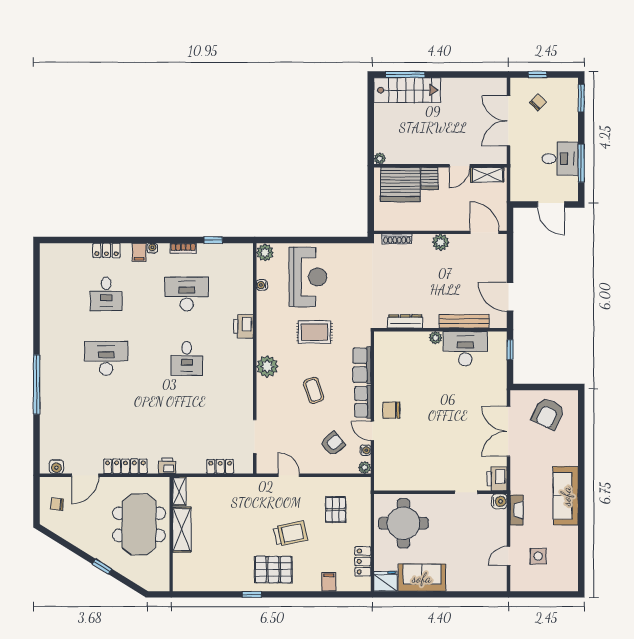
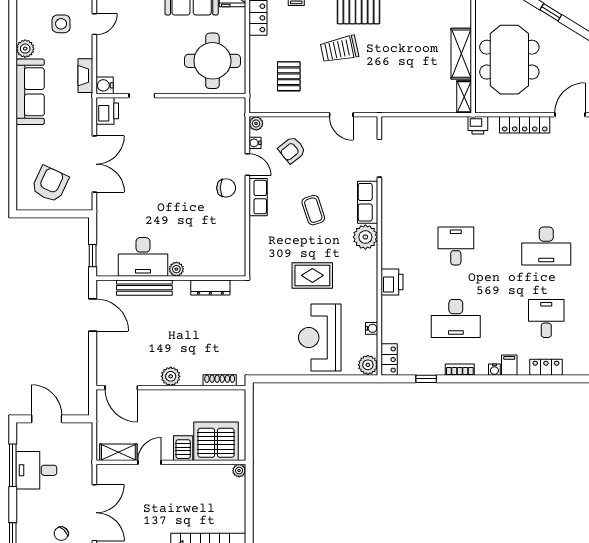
row of seats: (362, 365) -> (368, 202), moved, turned 180
locker: (220, 467) -> (389, 360), moved, turned -90
plant: (570, 534) -> (25, 49), added

